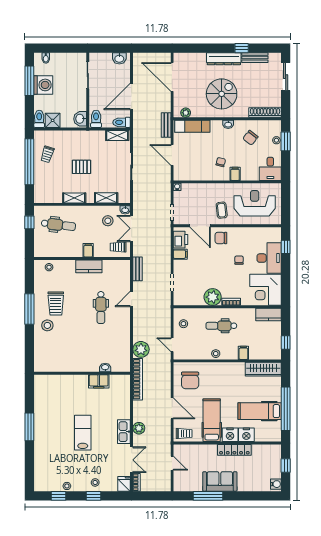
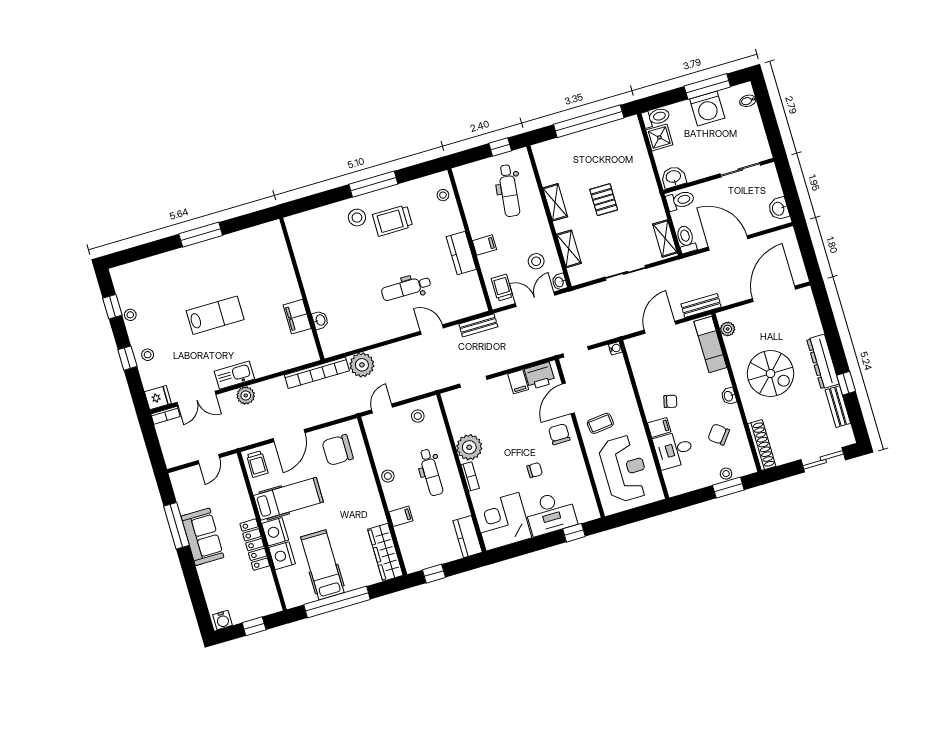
trolley: (47, 154) -> (607, 144), removed
desk: (270, 169) -> (674, 450), moved
dental chair: (221, 326) -> (431, 472), turned 180

